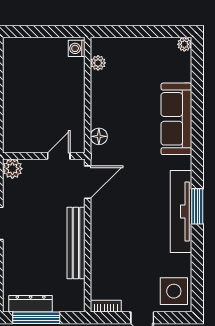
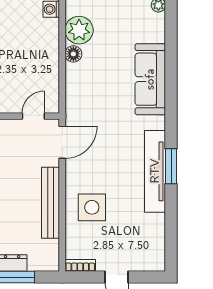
plant: (98, 63) -> (79, 30), width x1.88, depth x1.88
floor lamp: (99, 136) -> (73, 54), moved
side table: (174, 291) -> (92, 207), moved

